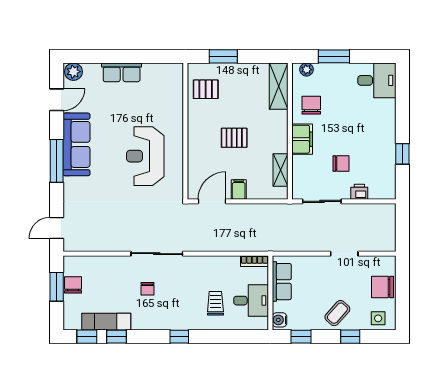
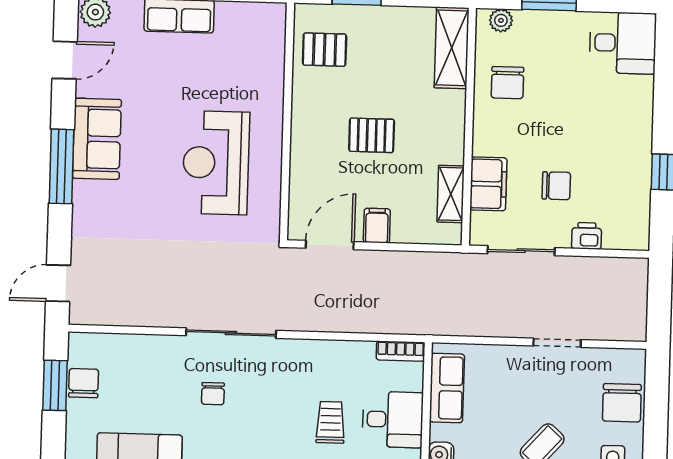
chair: (311, 105) -> (507, 83), turned 180
filing cabinet: (302, 139) -> (488, 184), moved
sofa: (77, 144) -> (97, 139), width x0.73
chair: (382, 287) -> (622, 403), turned -90

